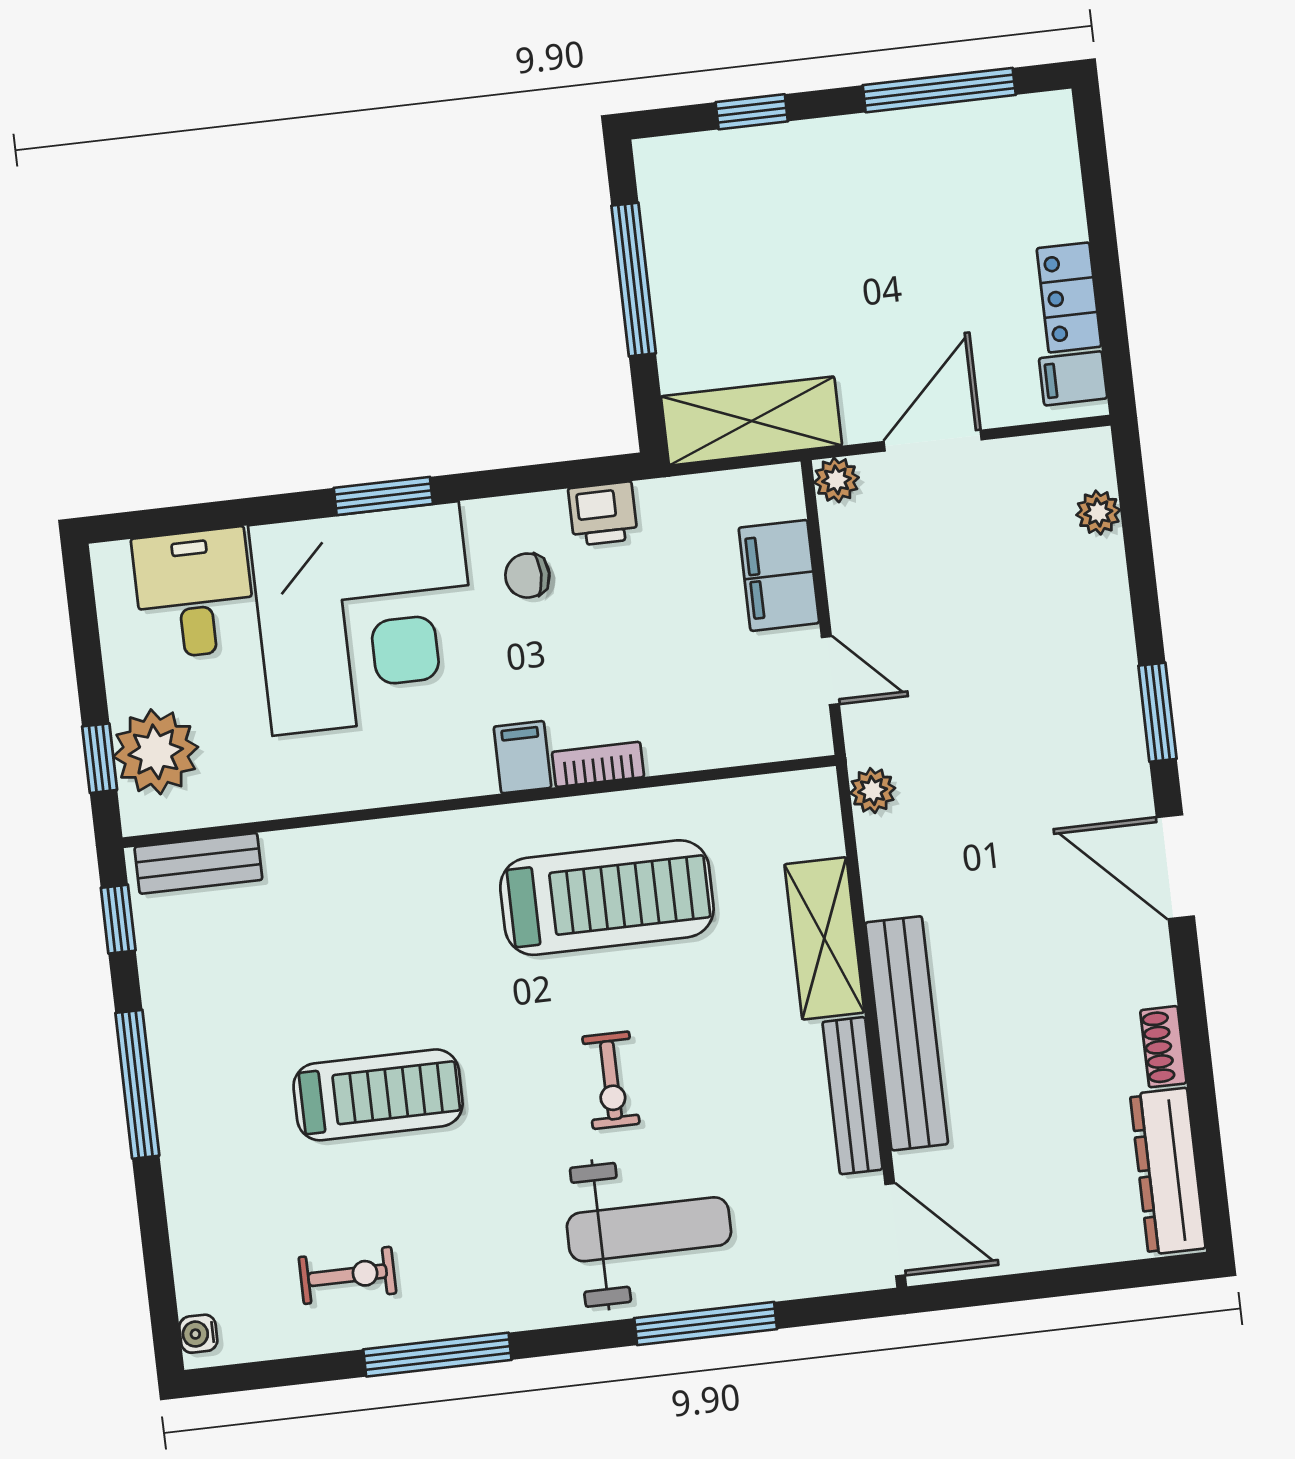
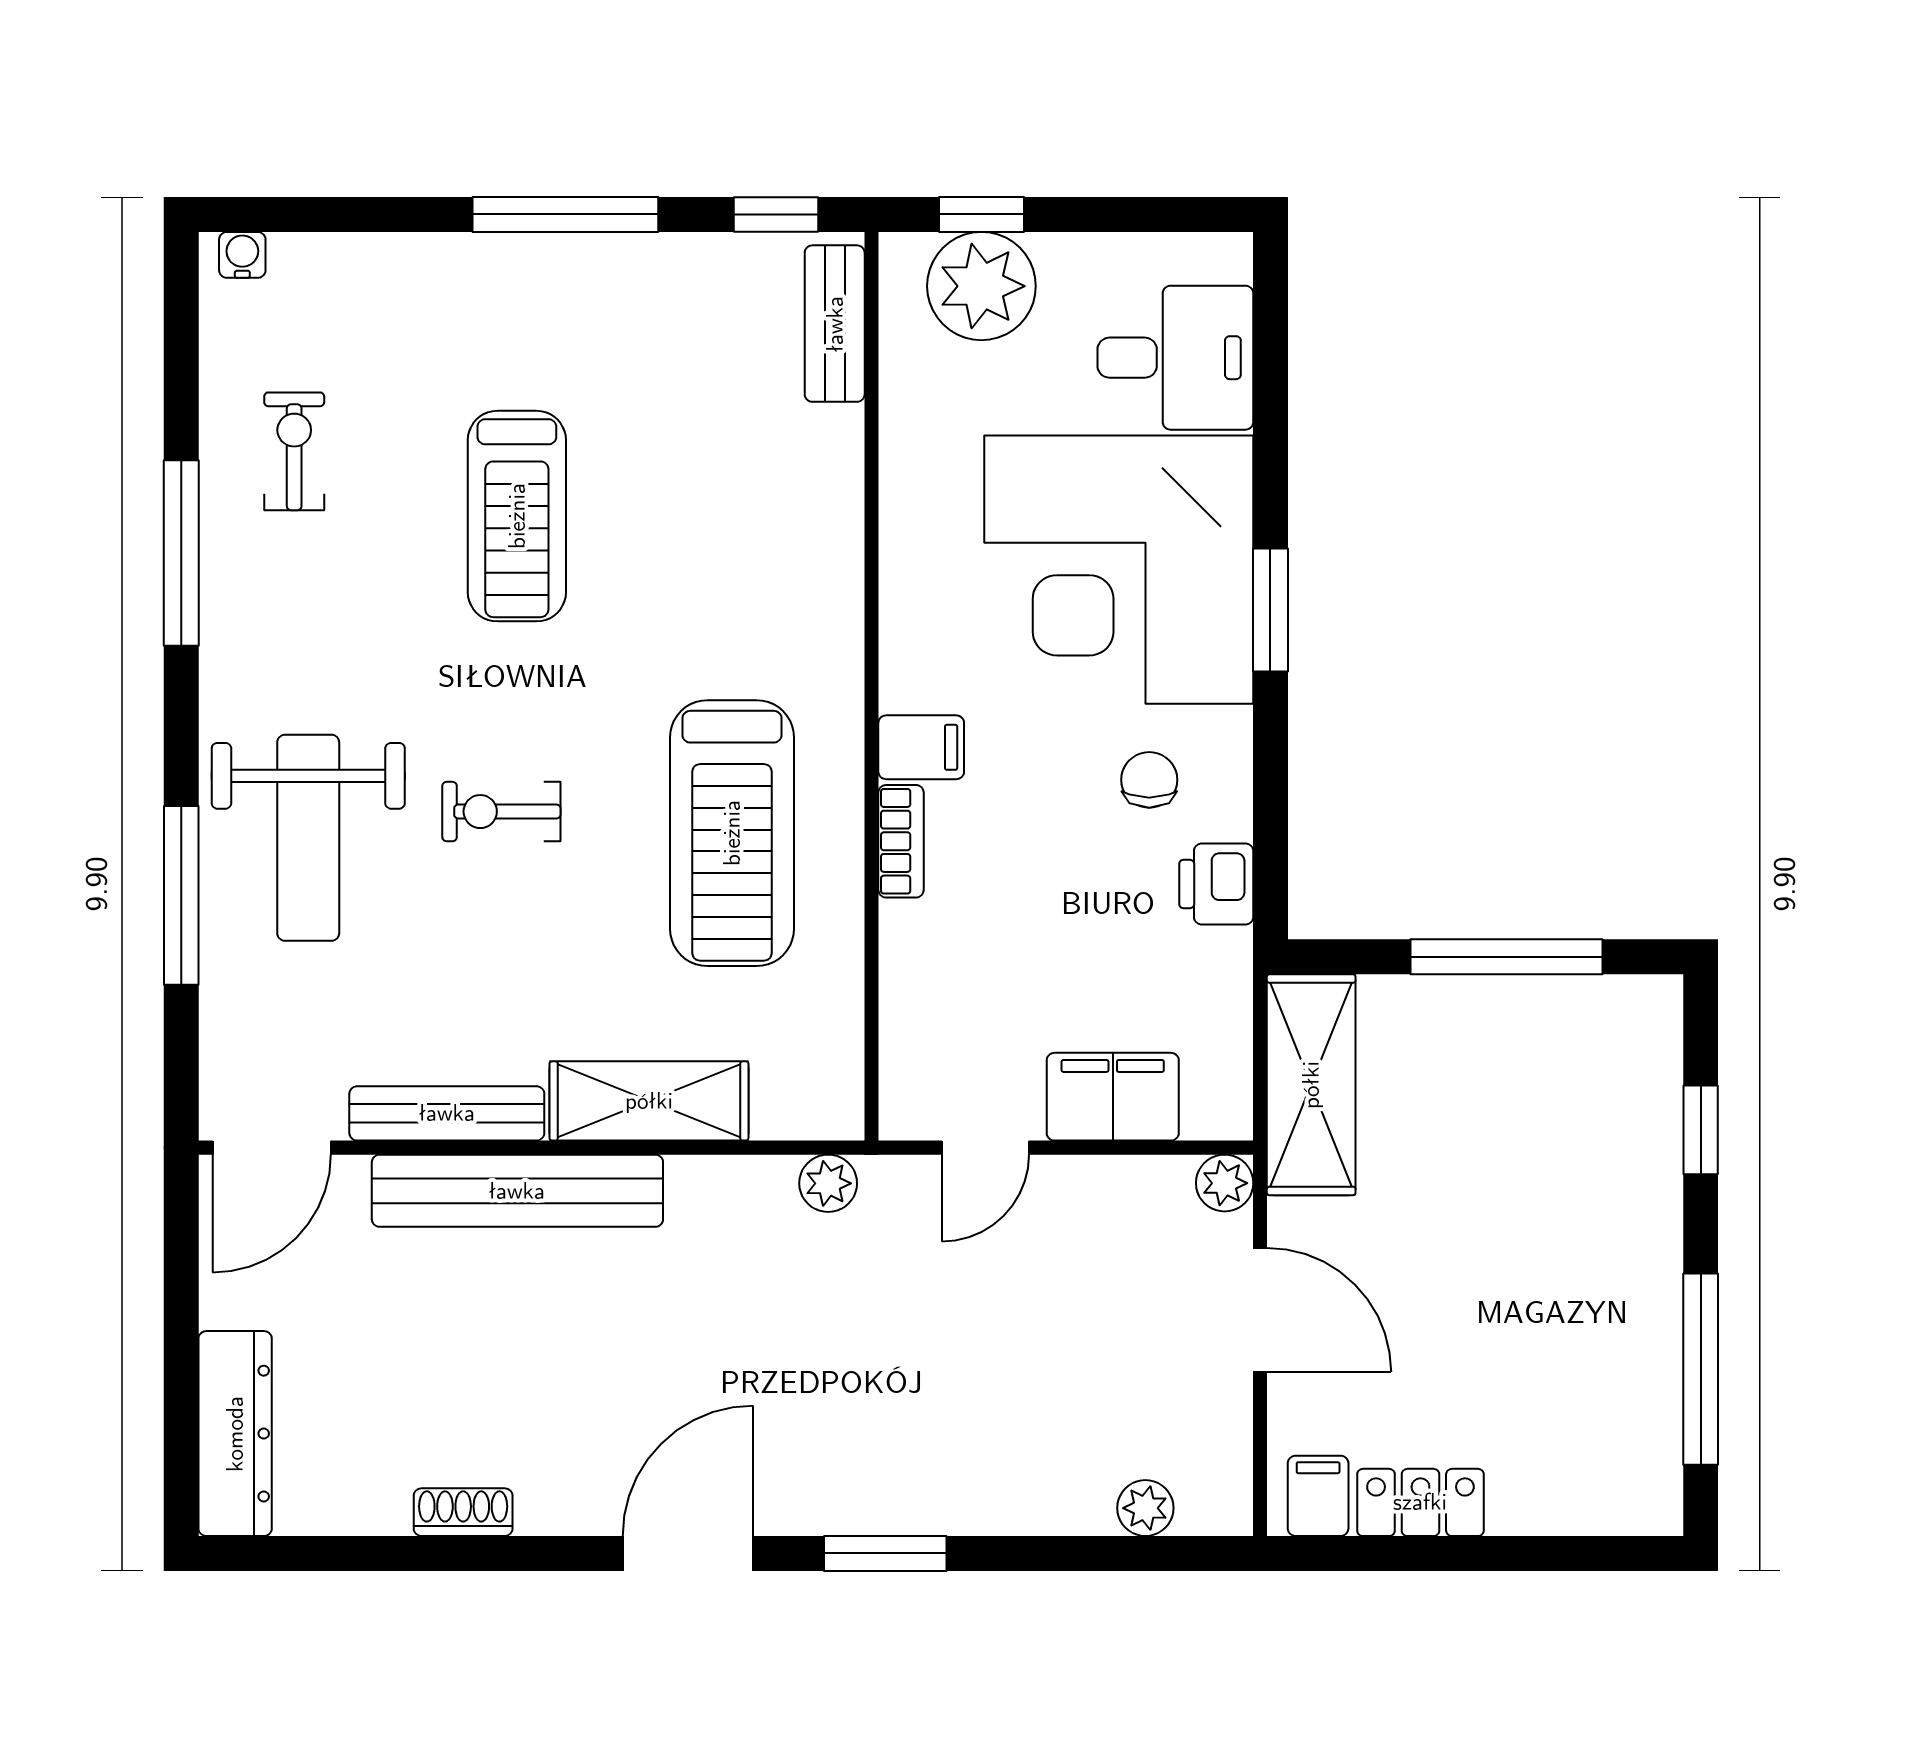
dresser: (1168, 1171) -> (235, 1434), moved, turned 90
exercise bike: (347, 1275) -> (294, 451), turned 180

